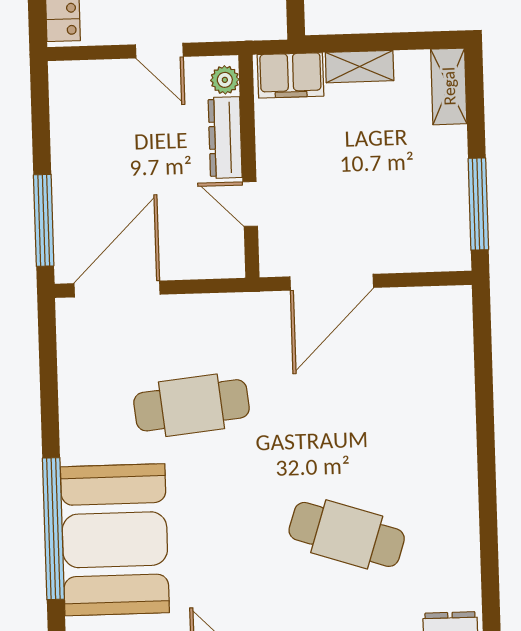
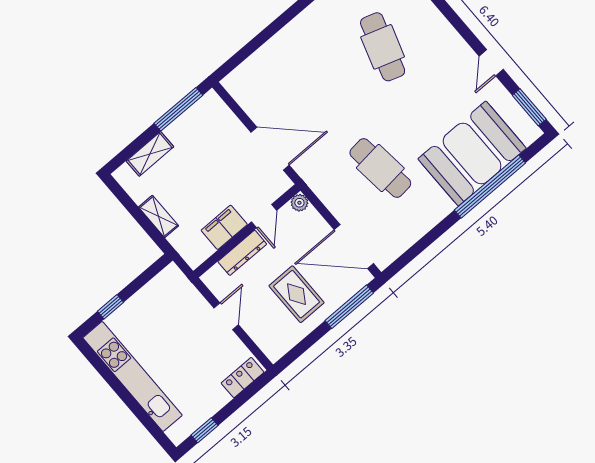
filing cabinet: (291, 75) -> (224, 227), moved, turned -90
plant: (225, 80) -> (299, 203), moved
shelving: (449, 86) -> (150, 154), moved
rug: (115, 165) -> (297, 294), added

